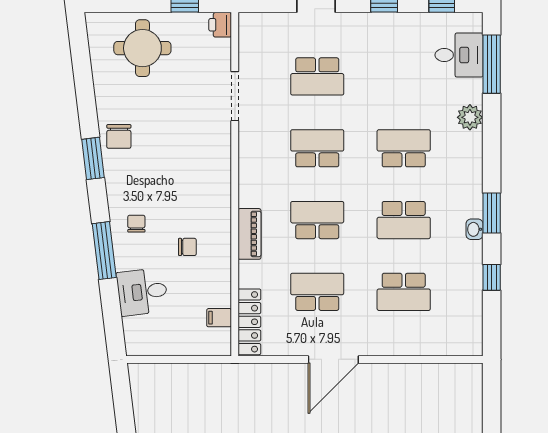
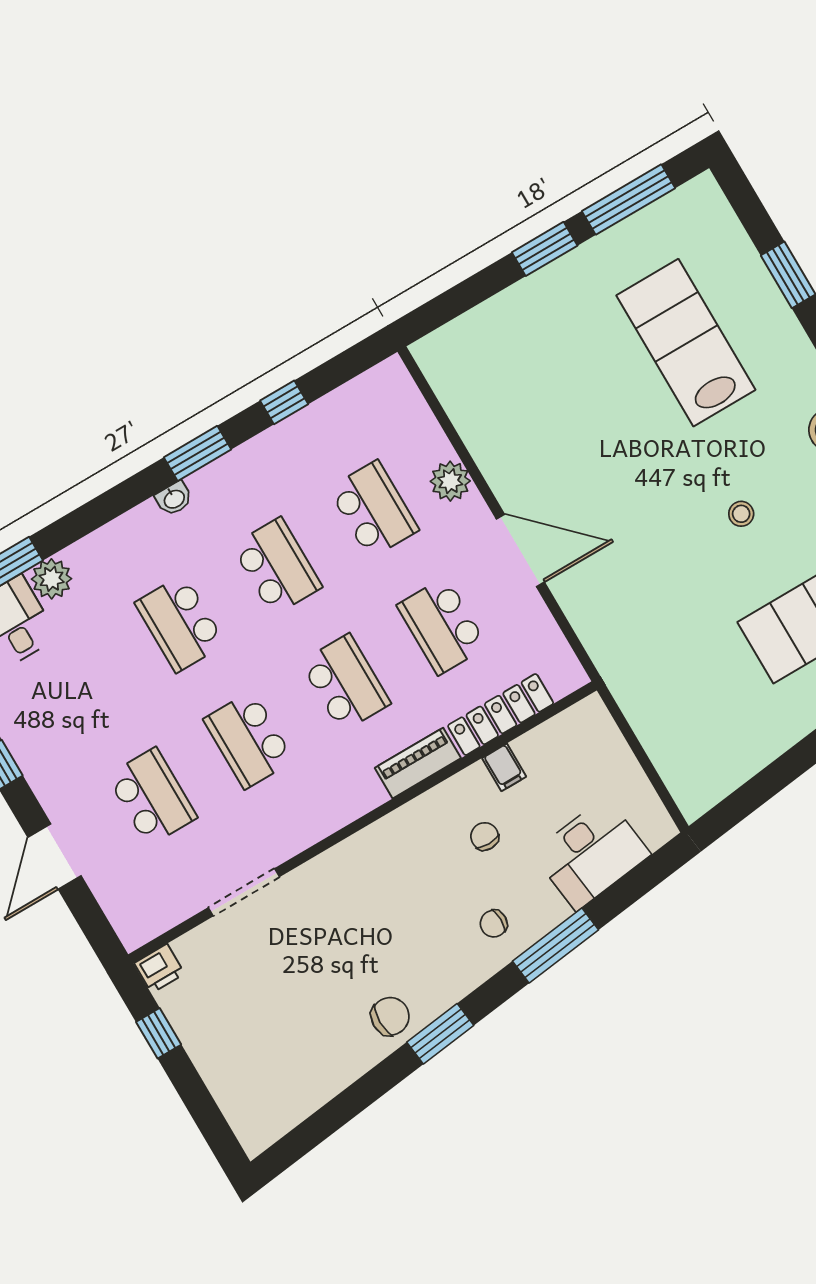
round table: (142, 48) -> (252, 1055), removed
plant: (470, 117) -> (52, 579), moved
school desk: (317, 220) -> (345, 683), turned 180
washbasin: (474, 229) -> (174, 499), moved
desk: (142, 292) -> (591, 854), width x1.37
filing cabinet: (219, 318) -> (504, 767), moved
locker: (249, 322) -> (501, 715), moved
plant: (394, 343) -> (450, 481), added

